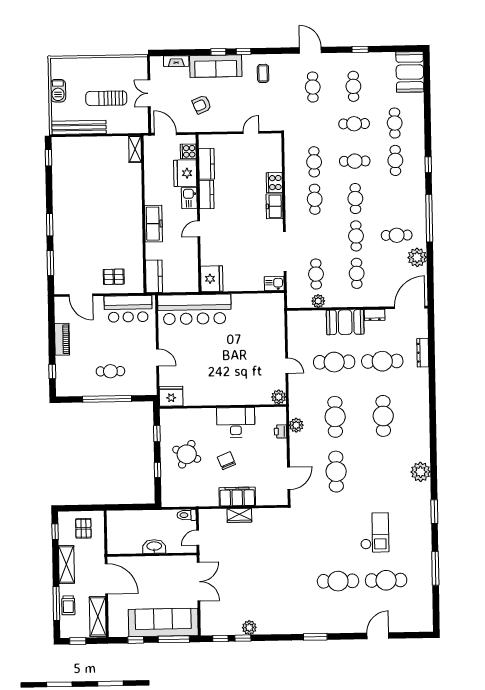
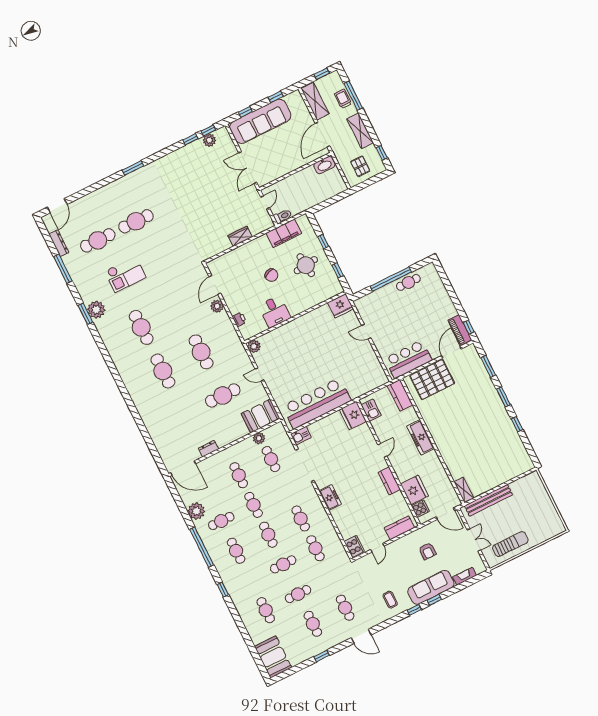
barbecue: (58, 91) -> (548, 507), removed
sun lounger: (106, 98) -> (510, 544), moved
armchair: (202, 105) -> (427, 551), turned 113
bench: (79, 127) -> (488, 500), moved
window: (49, 158) -> (517, 424), moved
cafe table: (395, 160) -> (236, 551), moved
kitchen counter: (207, 164) -> (399, 528), moved, turned 90
cooker: (274, 183) -> (354, 546), moved
kitchen sink: (189, 198) -> (371, 410), moved
pallet: (114, 277) -> (432, 380), width x2.05, depth x2.00
door: (81, 295) -> (451, 352), hinge flipped
door: (410, 307) -> (183, 468), hinge flipped
bar counter: (194, 309) -> (317, 403), moved
booth: (345, 322) -> (261, 416), moved
piano: (62, 339) -> (460, 330), moved
dresser: (423, 353) -> (59, 243), moved
cafe table: (382, 361) -> (185, 415), removed
window: (52, 371) -> (469, 327), moved
cafe table: (110, 371) -> (408, 282), moved
desk: (236, 422) -> (275, 312), width x0.73
plant: (296, 425) -> (217, 306), moved
round table: (187, 454) -> (306, 265), turned -32
cafe table: (336, 472) -> (141, 327), moved
plant: (421, 472) -> (96, 310), moved
filing cabinet: (237, 497) -> (284, 233), moved
checkout: (375, 532) -> (125, 274), turned -90
washbasin: (154, 546) -> (324, 165), moved
door: (106, 579) -> (323, 135), hinge flipped
plant: (249, 628) -> (209, 140), moved
door: (378, 636) -> (57, 206), moved
window: (174, 639) -> (245, 112), width x0.46

